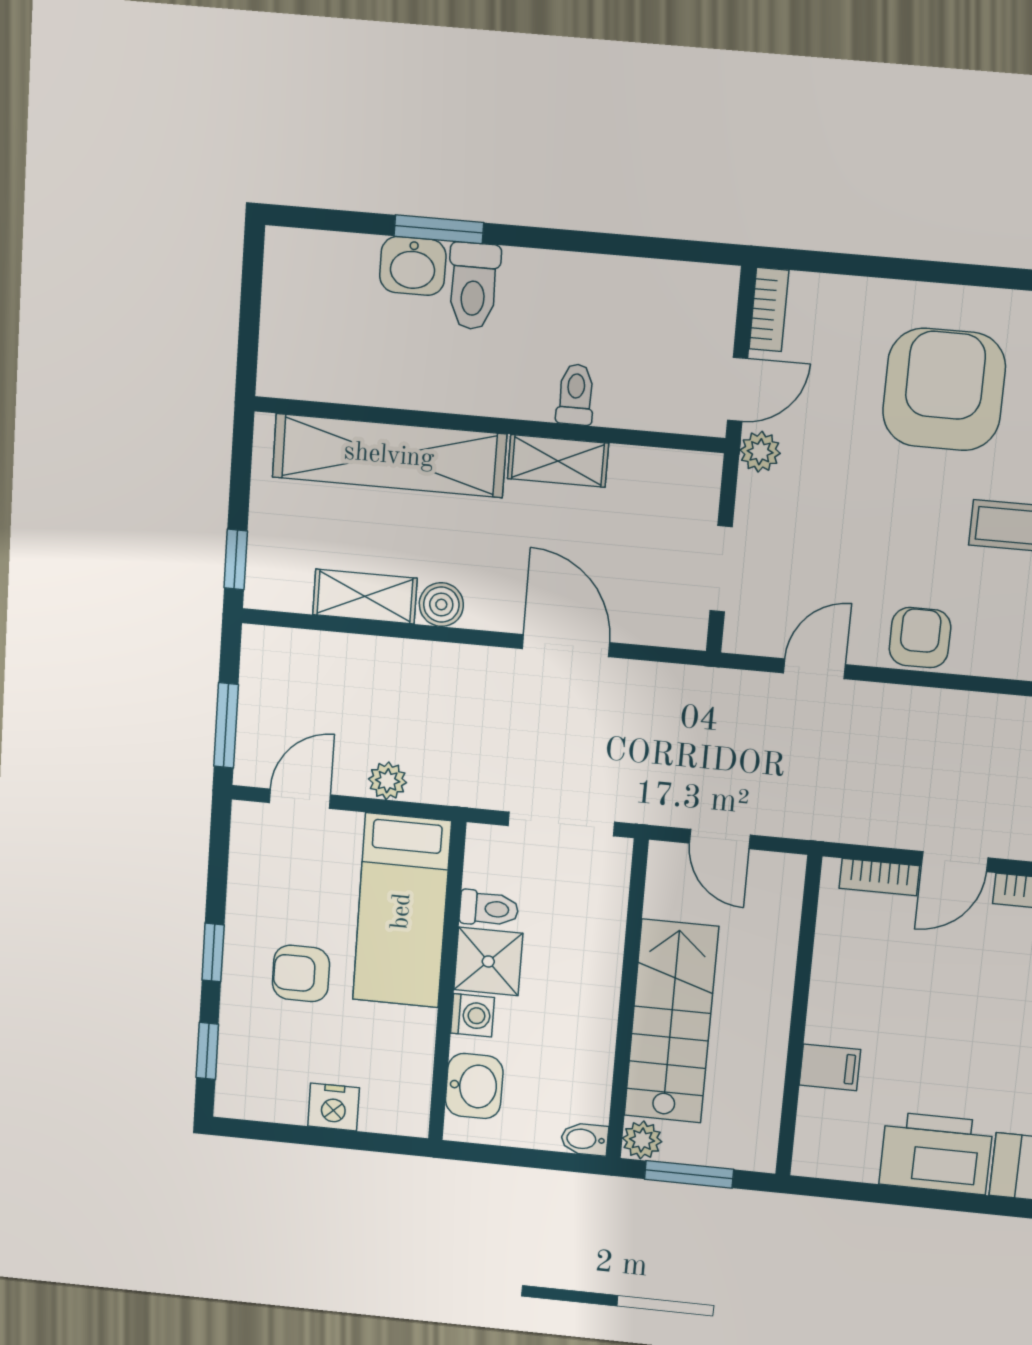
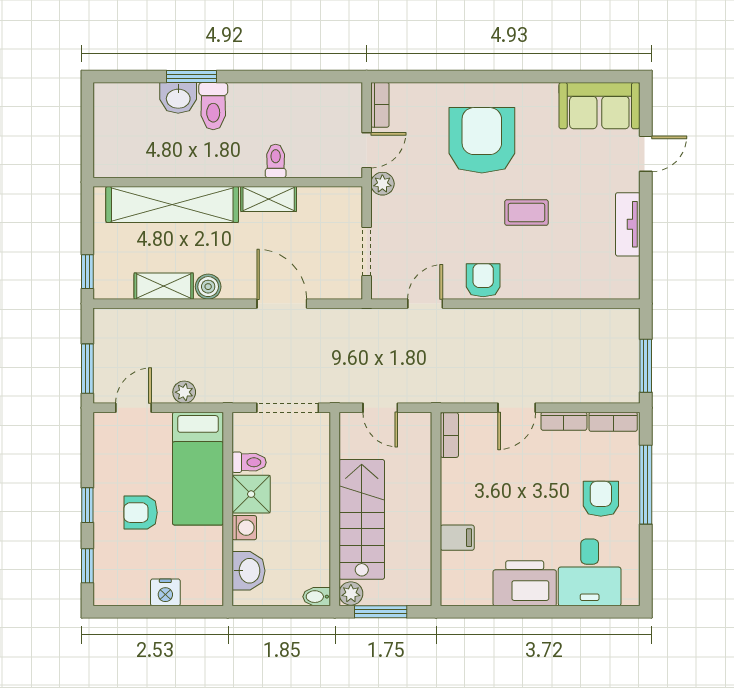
bookcase: (879, 877) -> (449, 435), moved, turned -90

